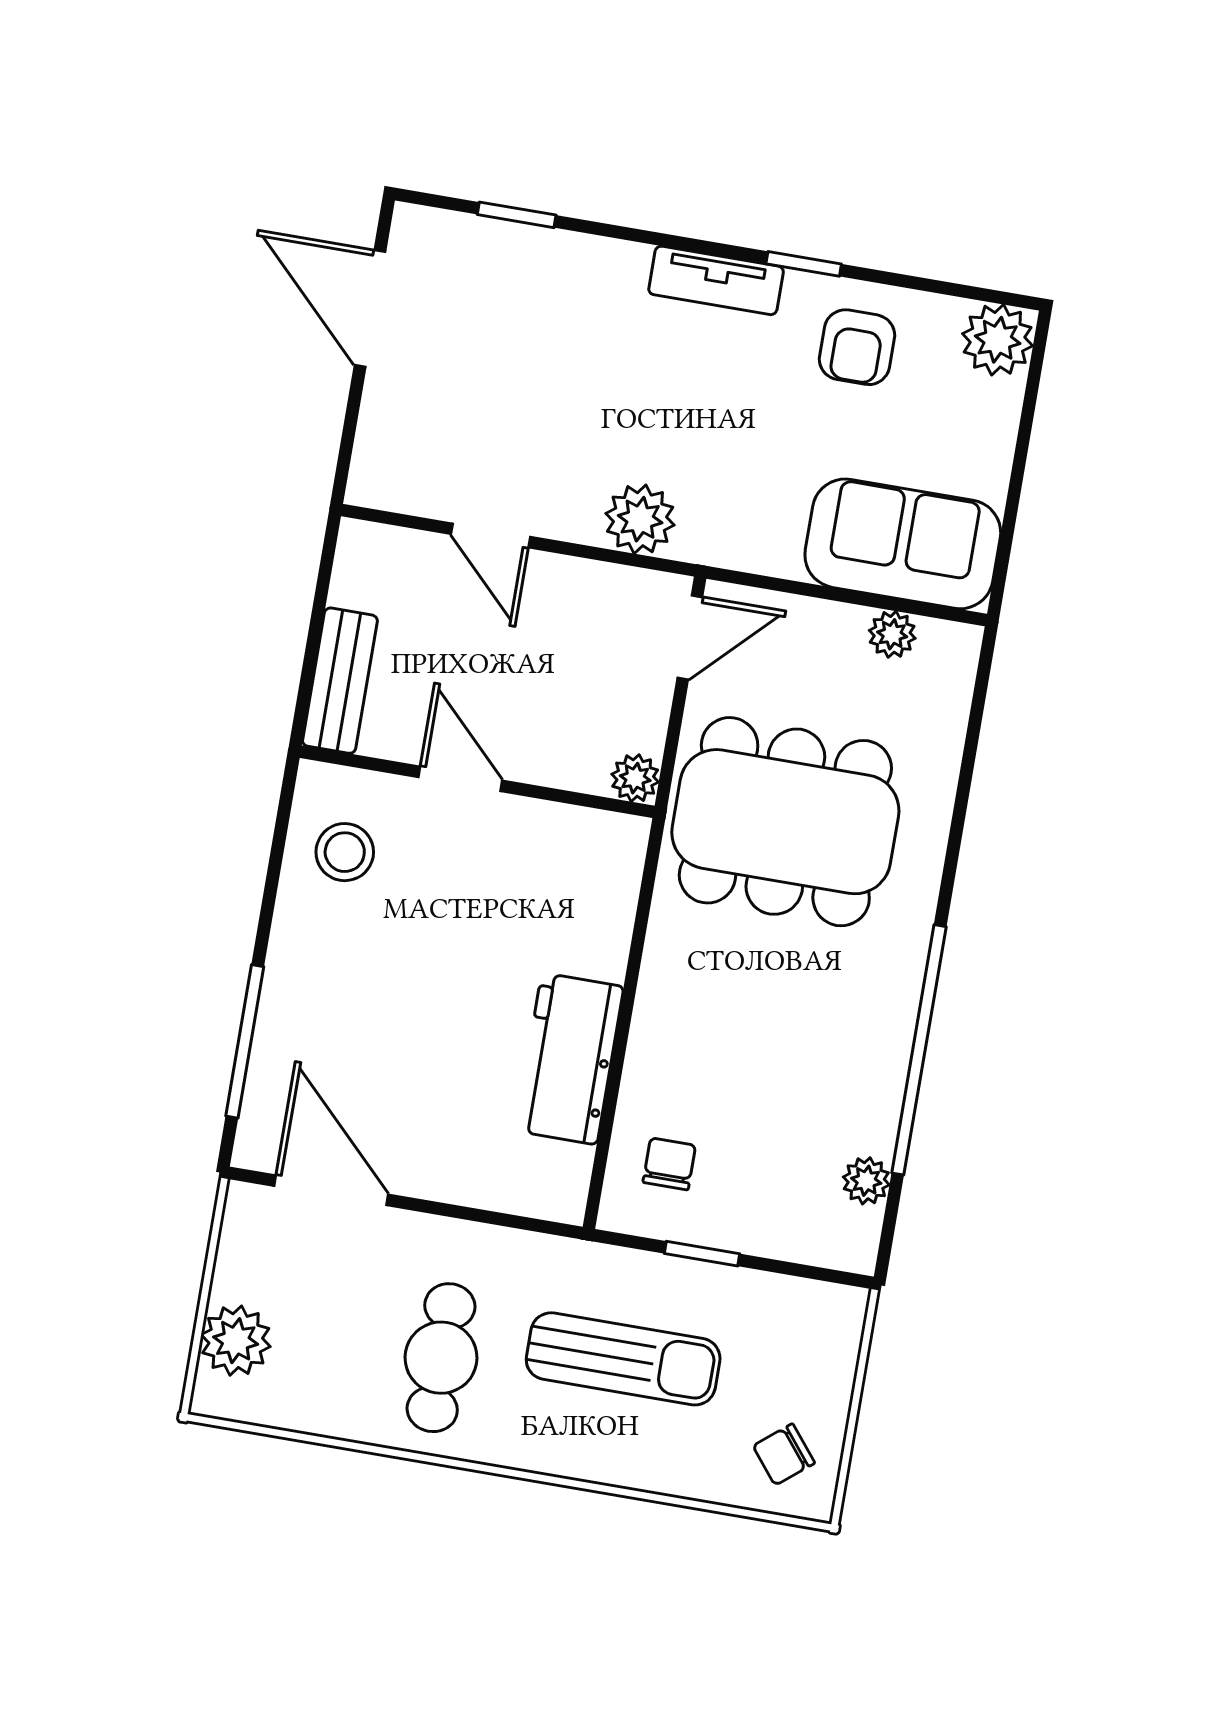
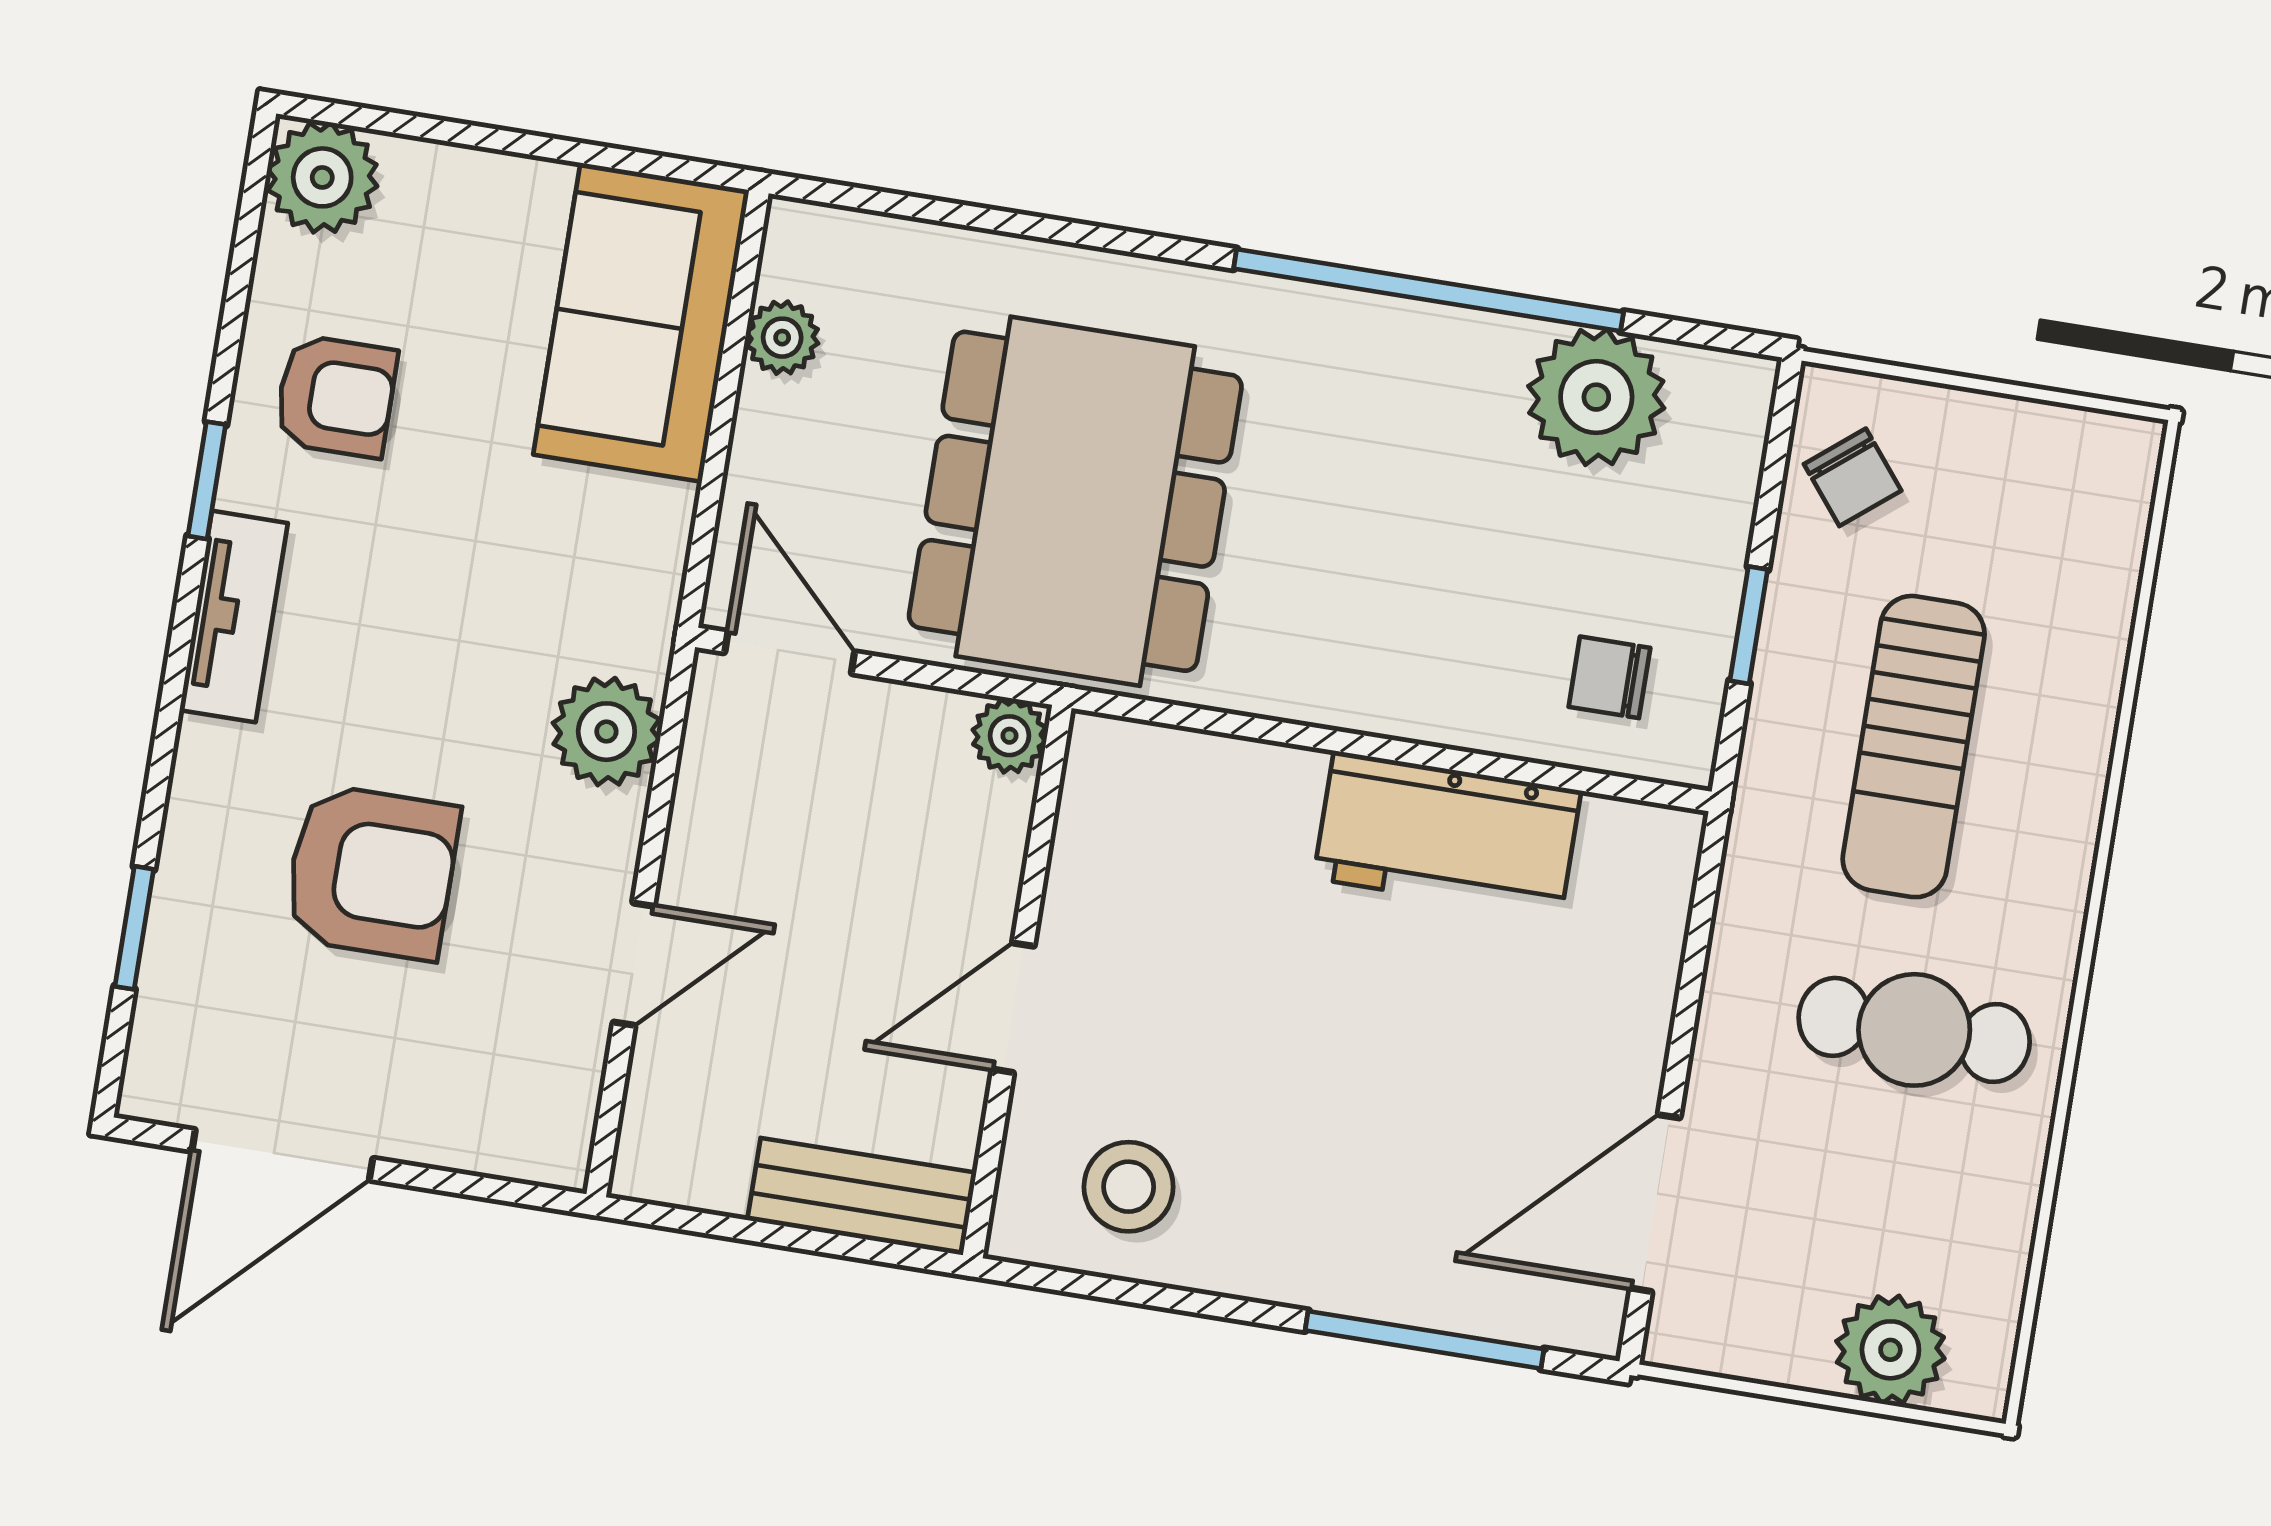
armchair: (551, 368) -> (372, 872), added
plant: (866, 1181) -> (1596, 397), width x1.88, depth x1.88
sun lounger: (623, 1359) -> (1914, 747), turned 180
chair: (784, 1454) -> (1853, 477), moved

